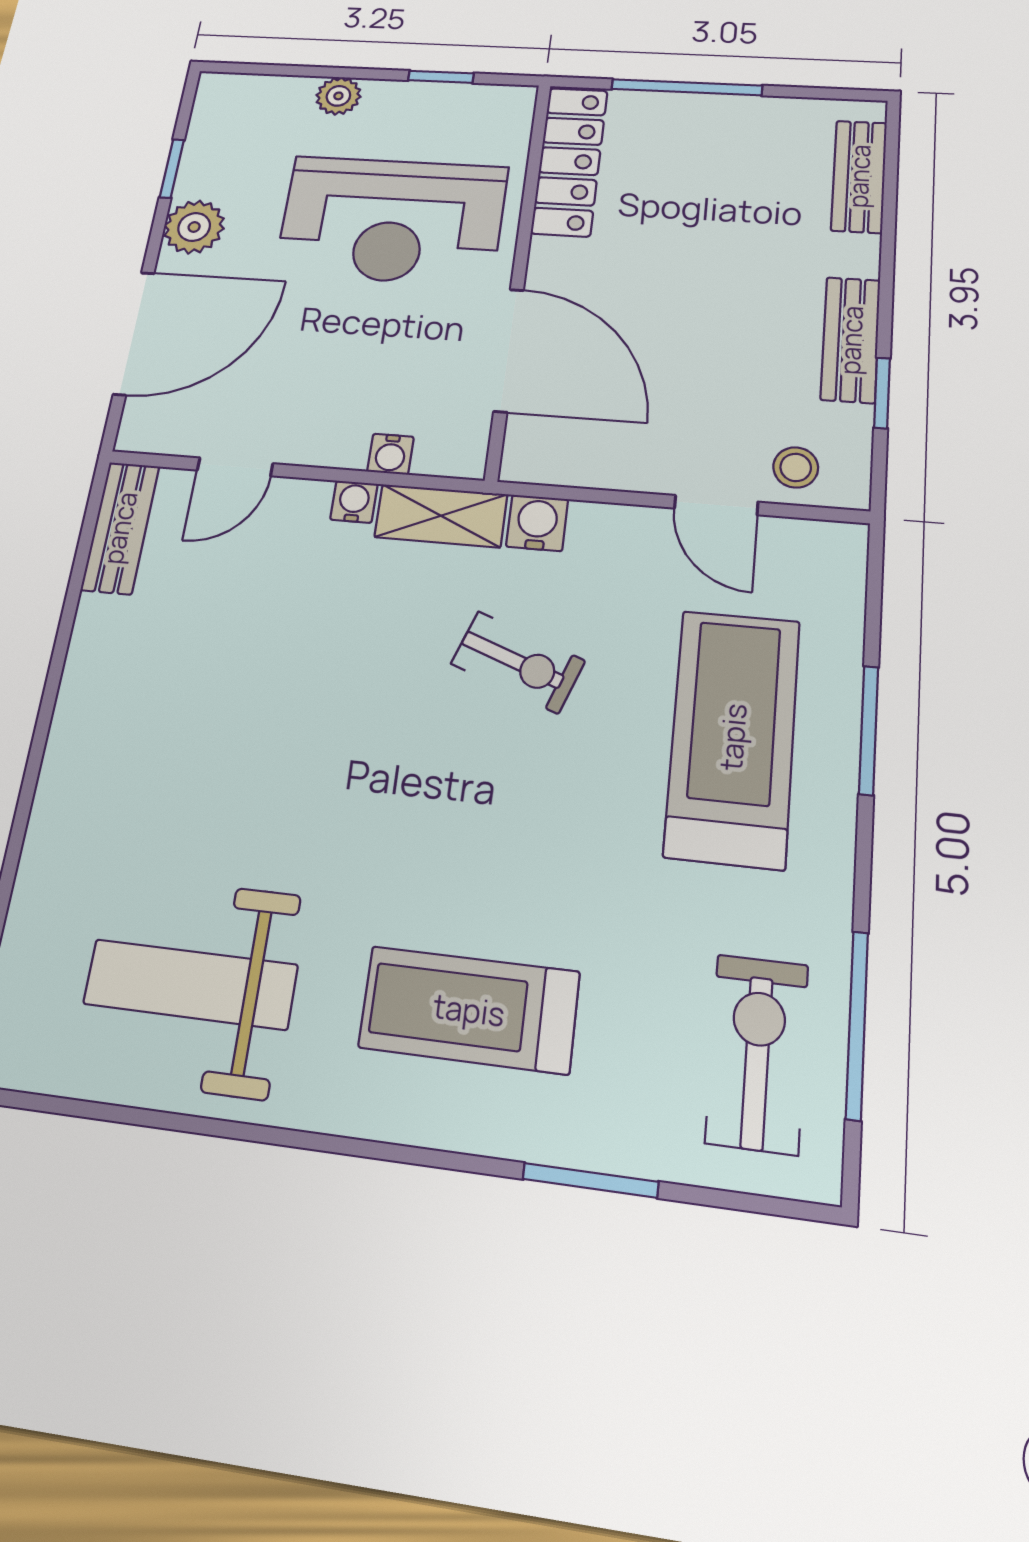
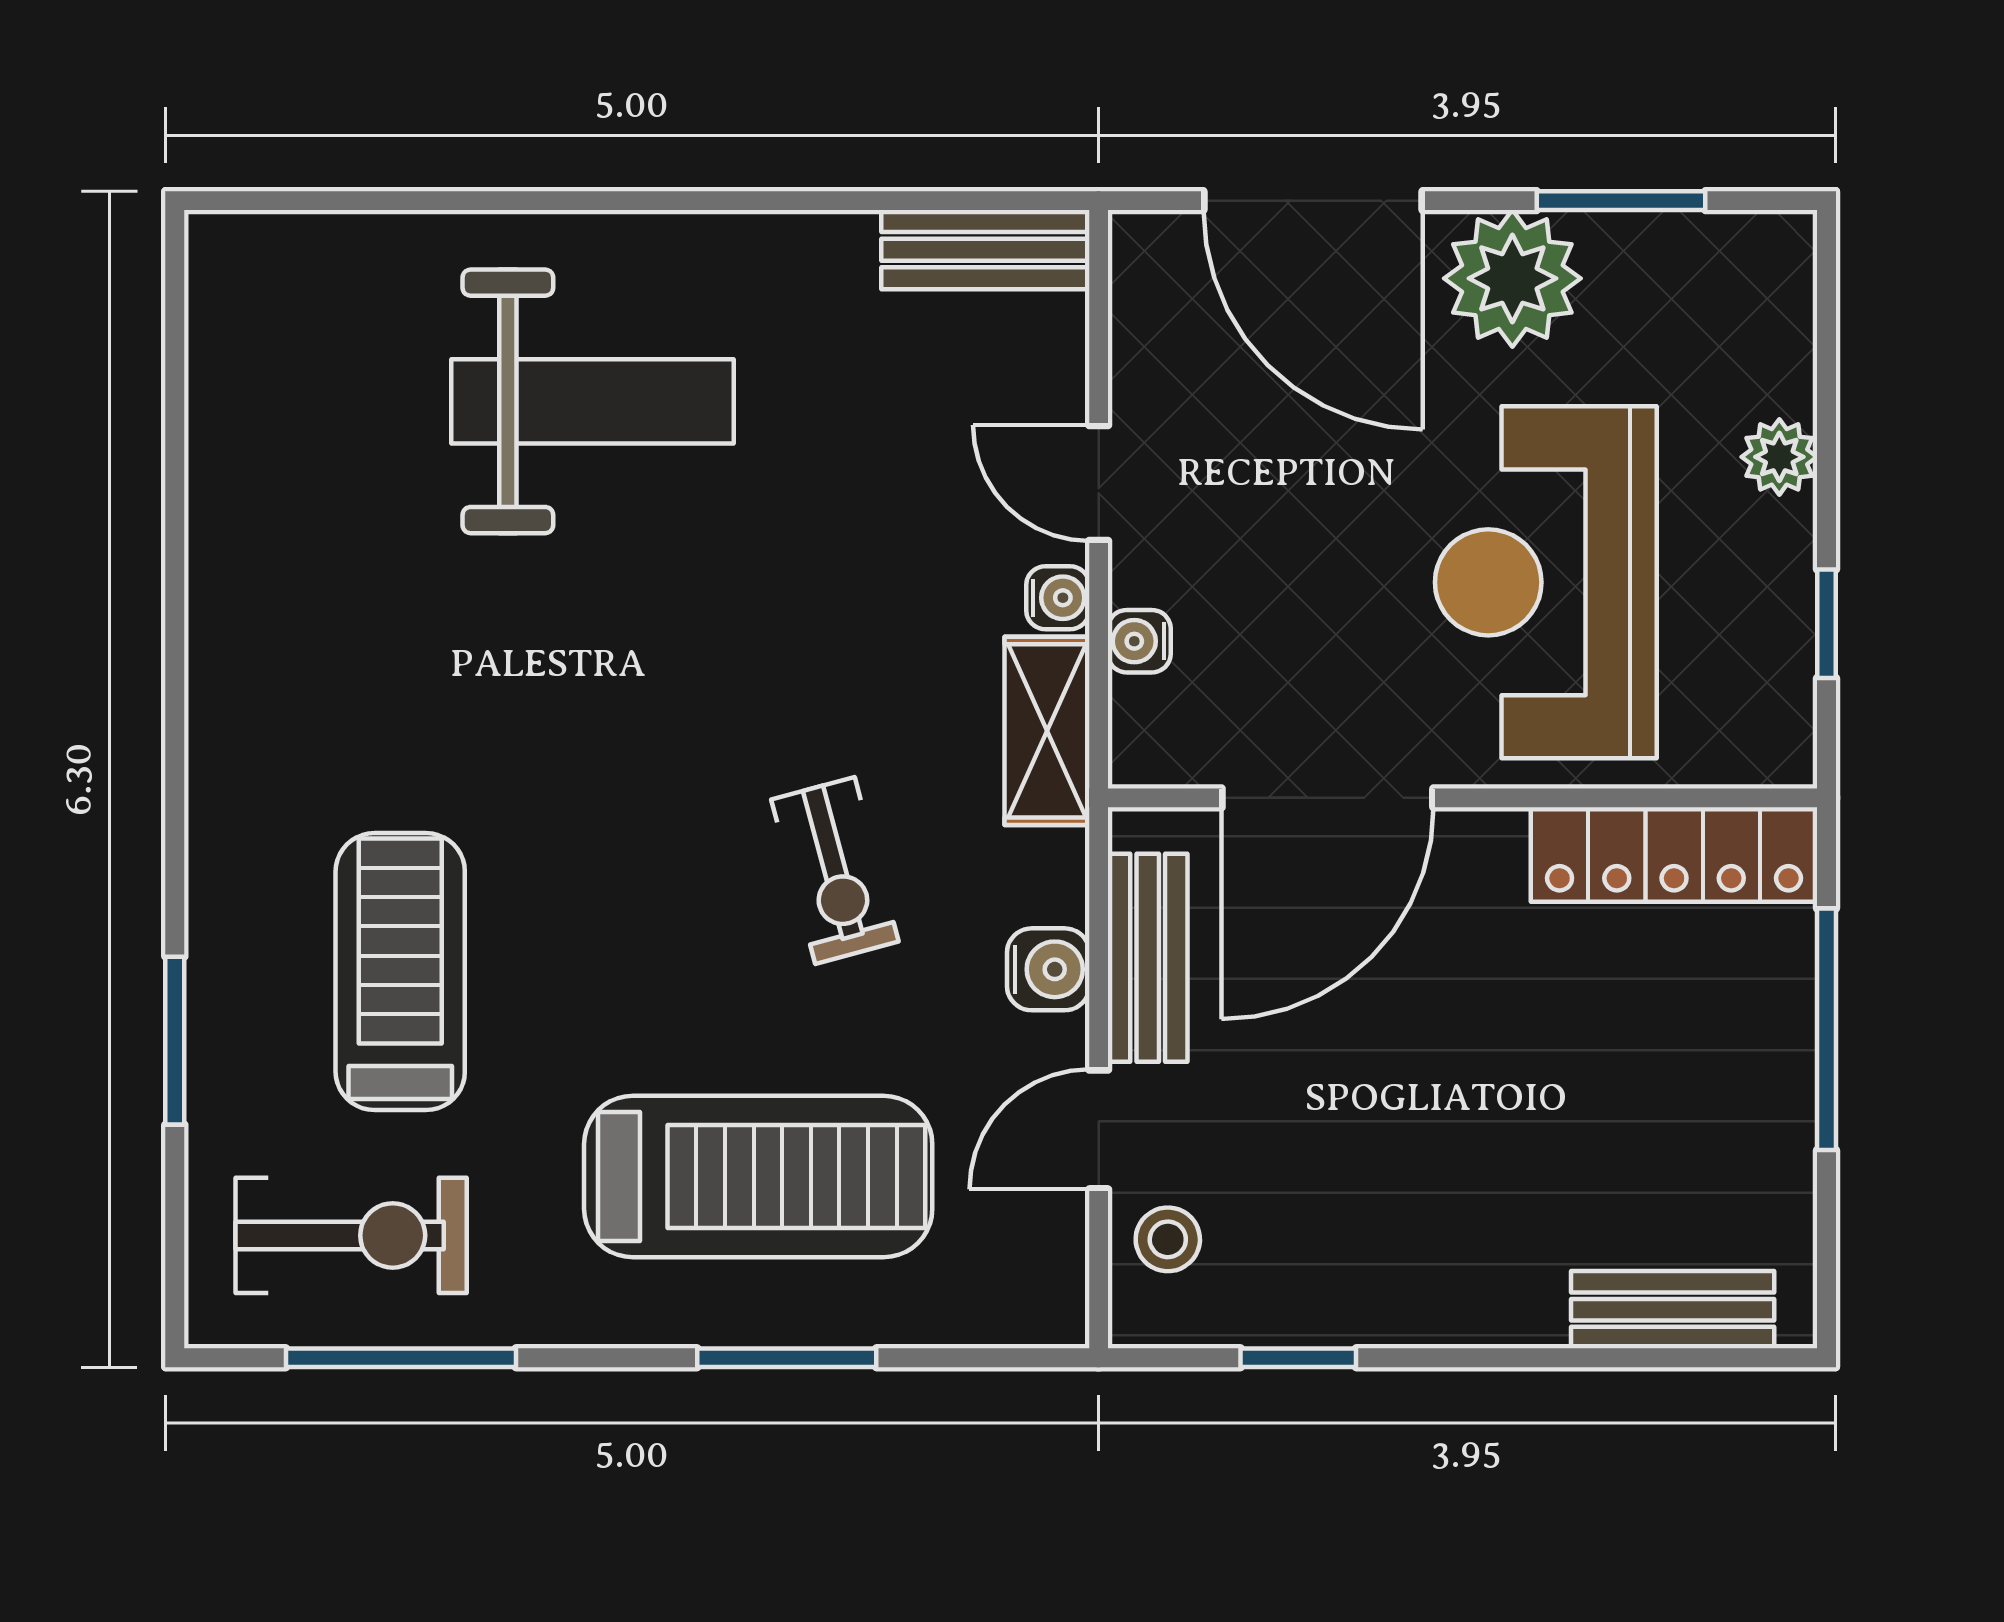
window: (172, 169) -> (1621, 201), width x1.50
plant: (194, 227) -> (1512, 278), width x1.36, depth x1.36
bench: (851, 340) -> (1148, 958), moved, turned 90
door: (235, 467) -> (1099, 483), moved
water cooler: (537, 523) -> (1048, 969), moved
exercise bike: (518, 662) -> (835, 871), turned -35
weight bench: (190, 984) -> (593, 401), moved, turned 90
treadmill: (469, 1010) -> (400, 972), moved

